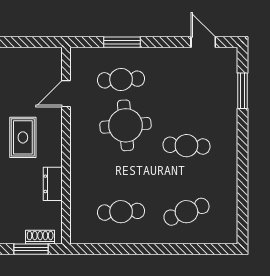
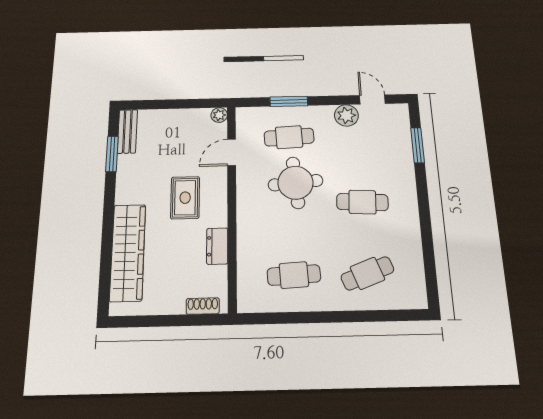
plant: (54, 55) -> (219, 115), added
plant: (177, 58) -> (346, 115), added
window: (31, 249) -> (192, 320), removed

